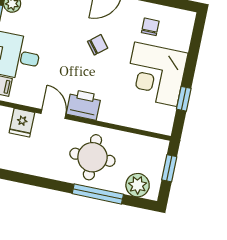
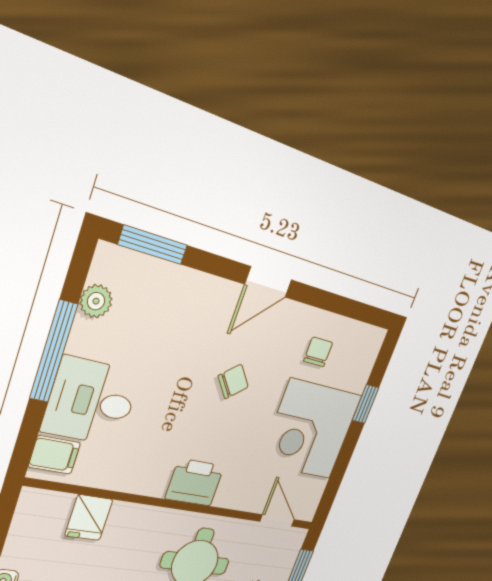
window: (184, 99) -> (365, 404), moved
door: (53, 114) -> (277, 520), moved

